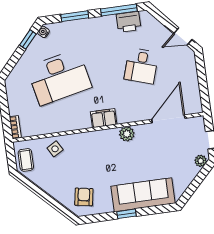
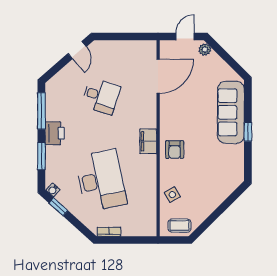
printer: (129, 22) -> (55, 133), moved
door: (168, 119) -> (158, 76), swing flipped
bookcase: (15, 127) -> (109, 232), moved
plant: (127, 134) -> (167, 120), removed
armchair: (84, 197) -> (175, 150), moved, turned -100

